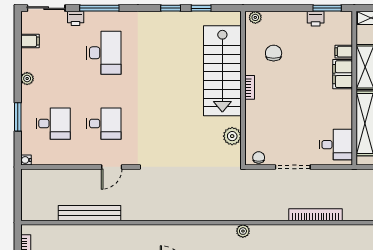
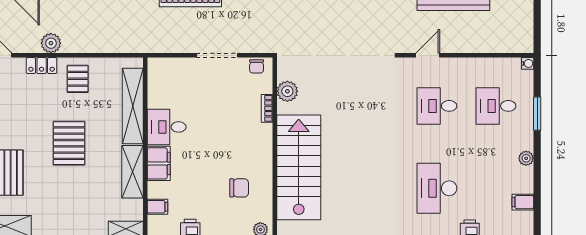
filing cabinet: (344, 52) -> (157, 207), moved
chair: (274, 53) -> (239, 188), turned -90
bookcase: (250, 87) -> (267, 108), moved
desk: (336, 145) -> (167, 127), moved

